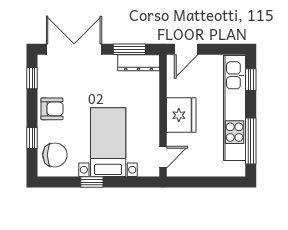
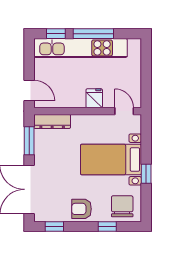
dresser: (139, 63) -> (52, 121), moved, turned 90
armchair: (52, 109) -> (82, 209), turned -90
fridge: (181, 115) -> (94, 98), width x0.53, depth x0.75
window: (251, 141) -> (93, 34), moved

